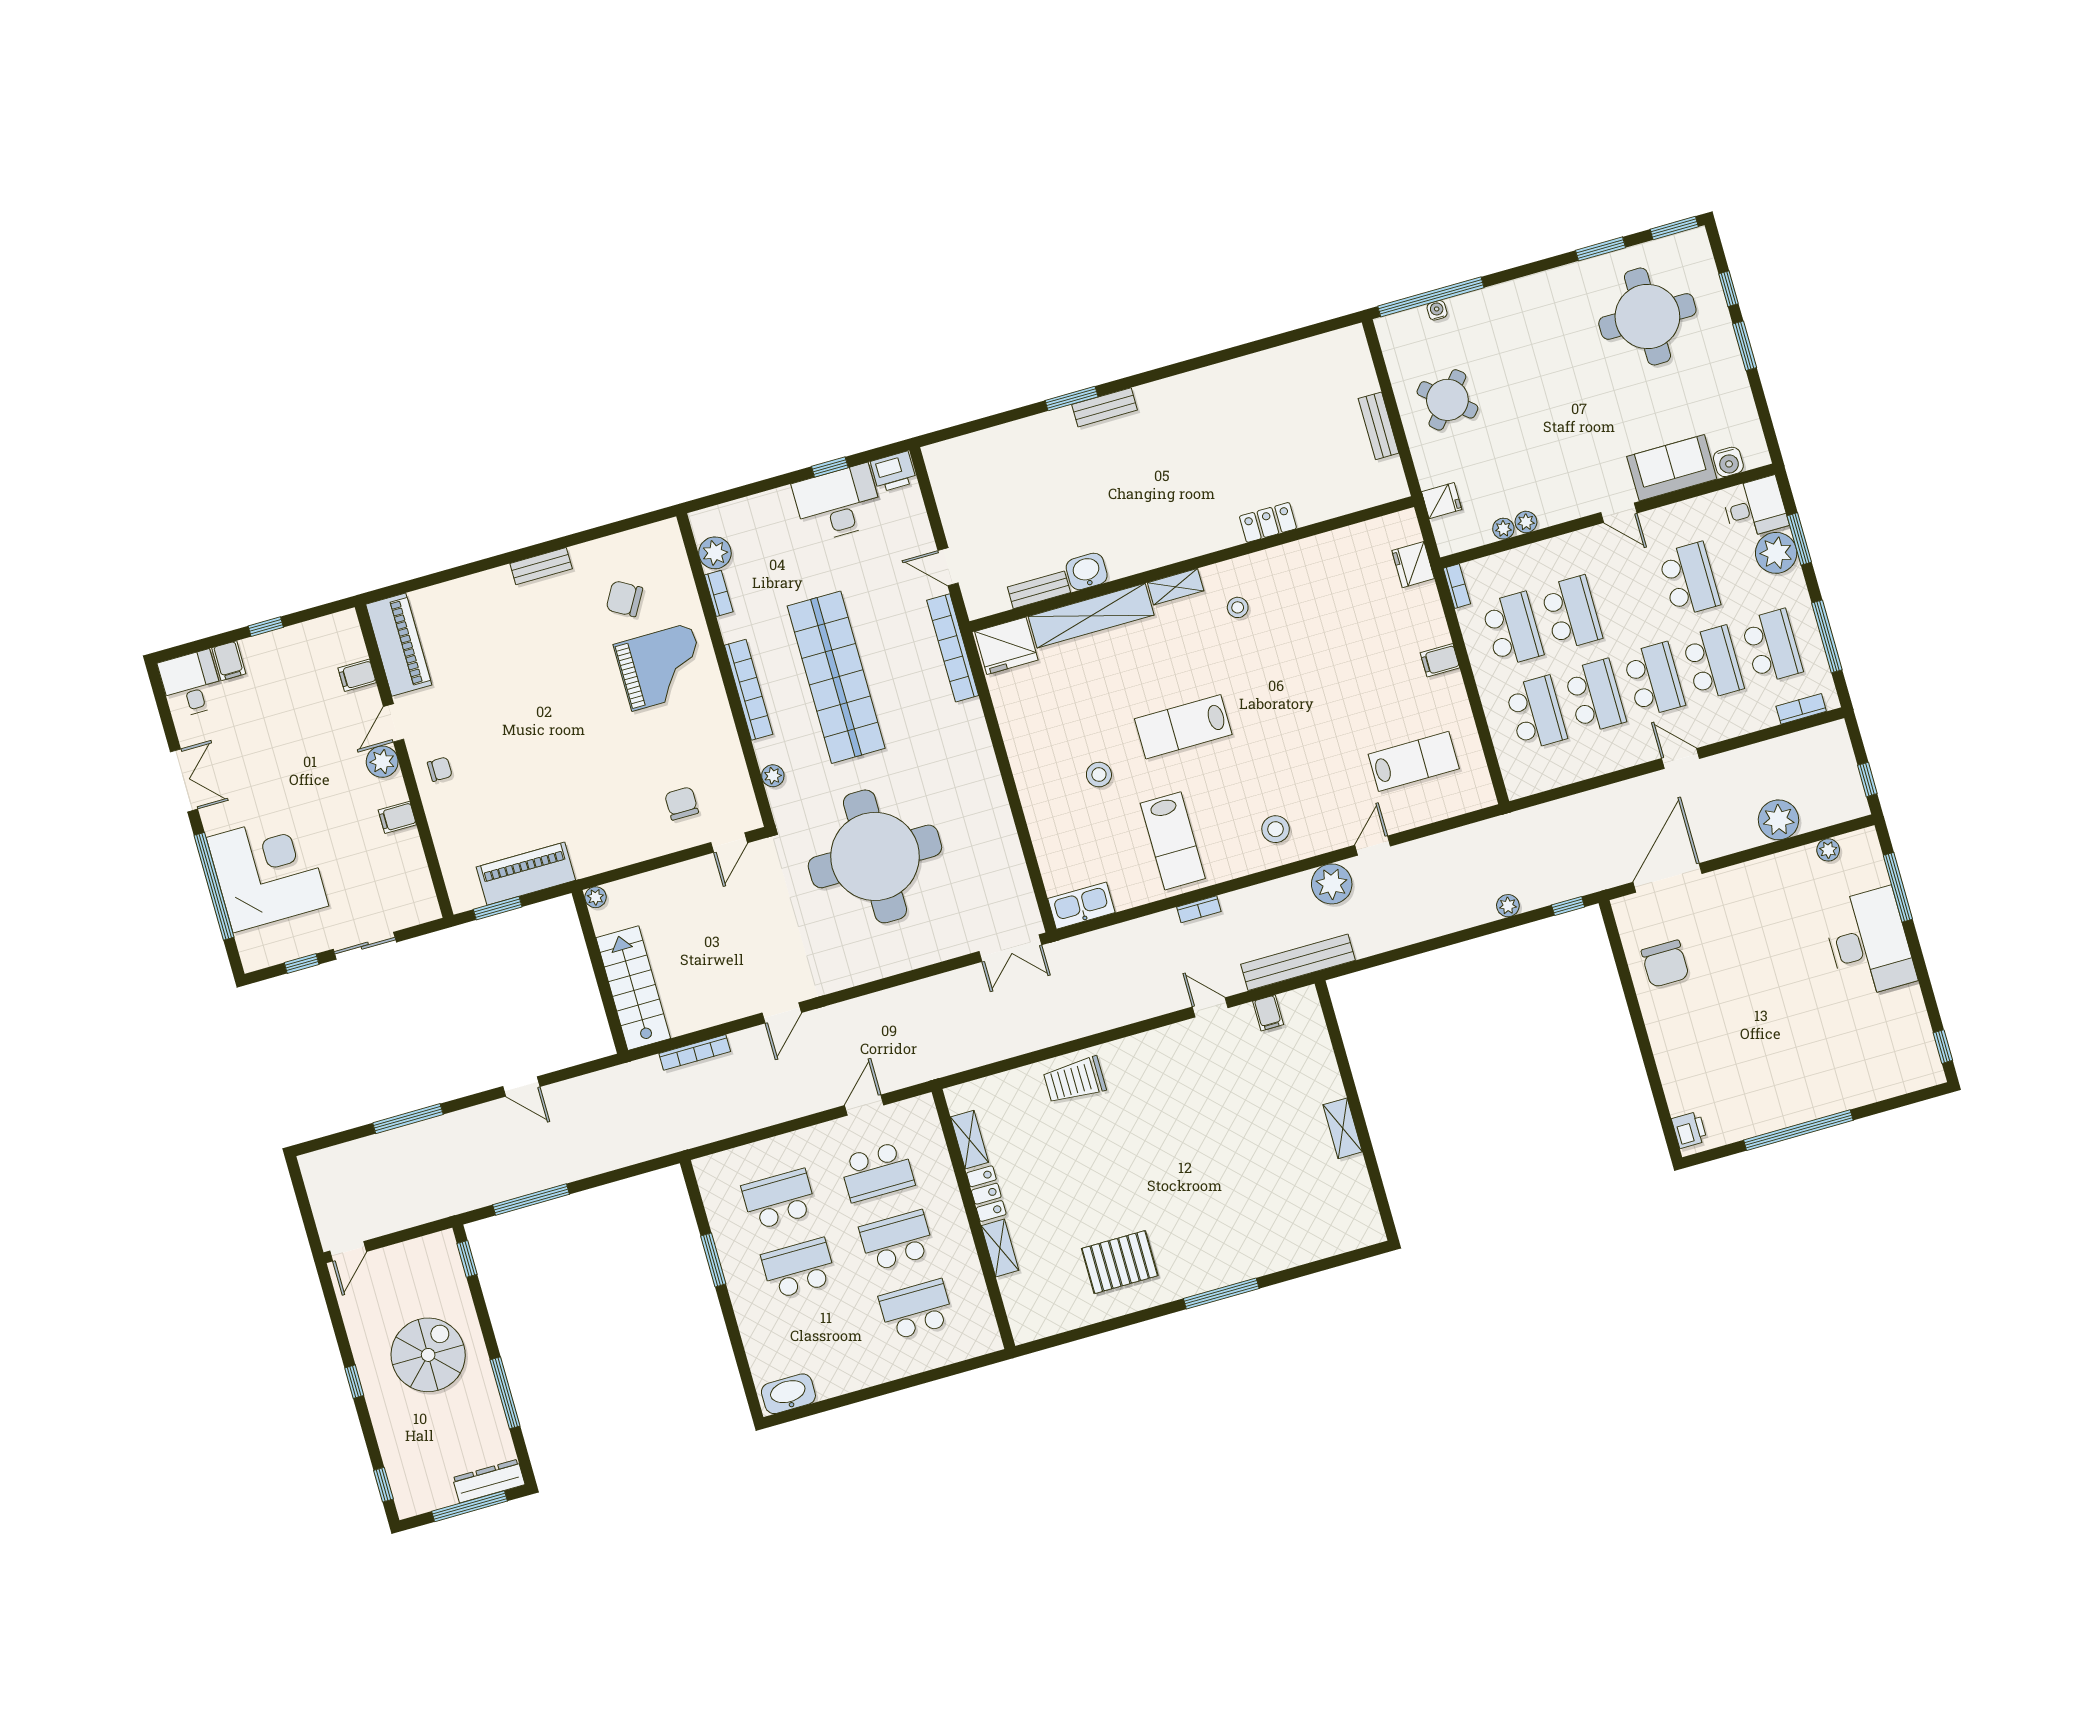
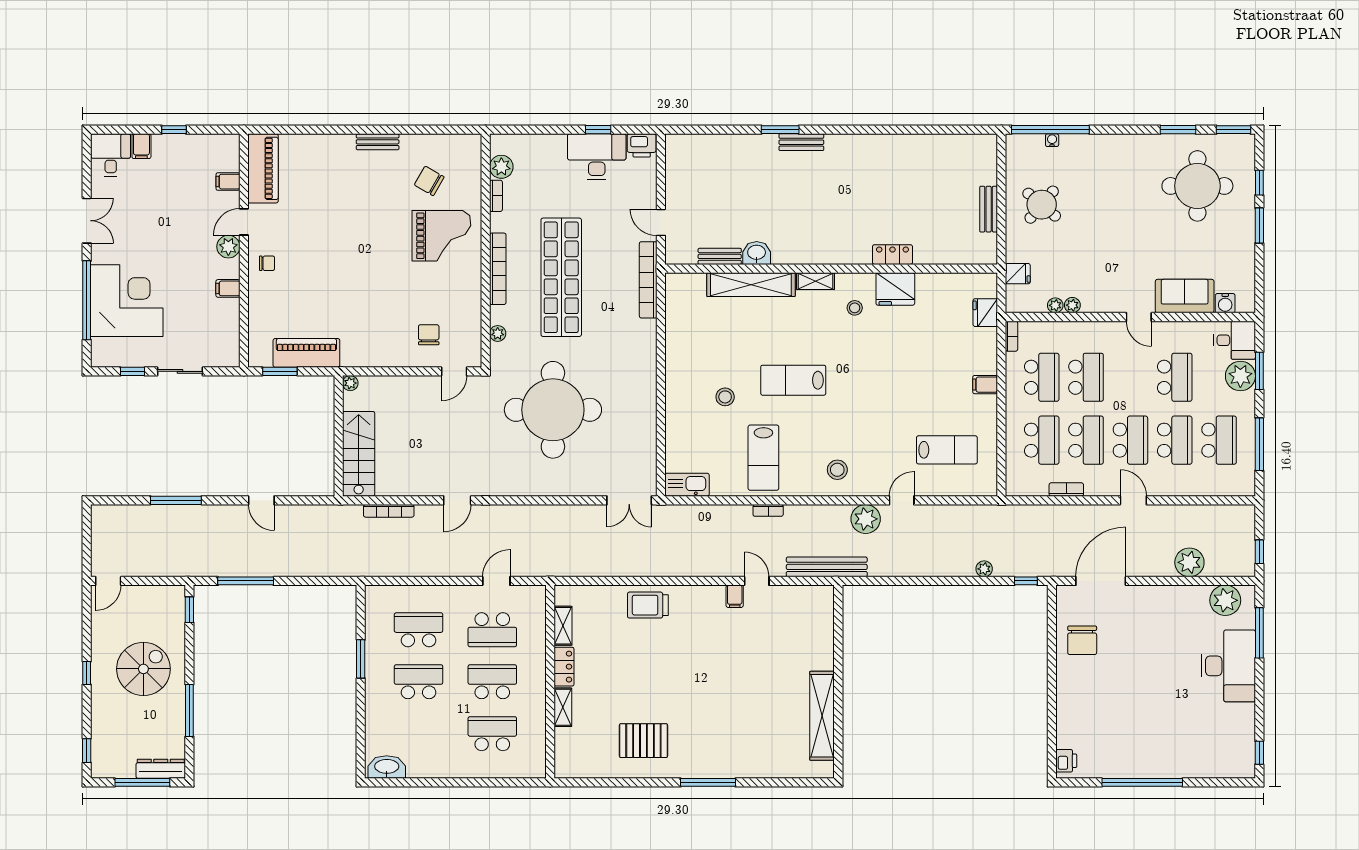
fridge: (1006, 646) -> (895, 289), moved
bookcase: (1801, 709) -> (1066, 490), moved
plant: (1828, 850) -> (1225, 600), width x1.87, depth x1.87
filing cabinet: (1268, 1013) -> (735, 596), moved
shelving: (1343, 1128) -> (822, 716), width x2.20, depth x1.33

